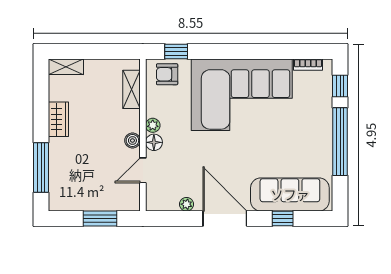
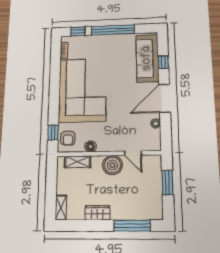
plant: (153, 125) -> (102, 147), removed
boiler: (132, 140) -> (112, 165), width x1.86, depth x1.86
floor lamp: (154, 142) -> (91, 146), moved

